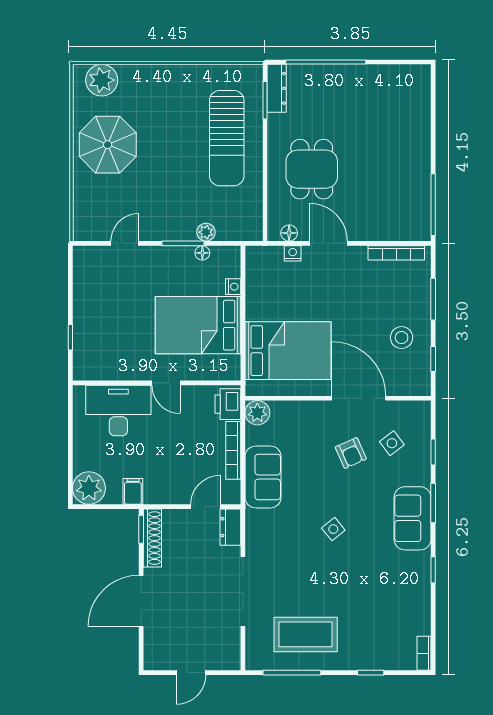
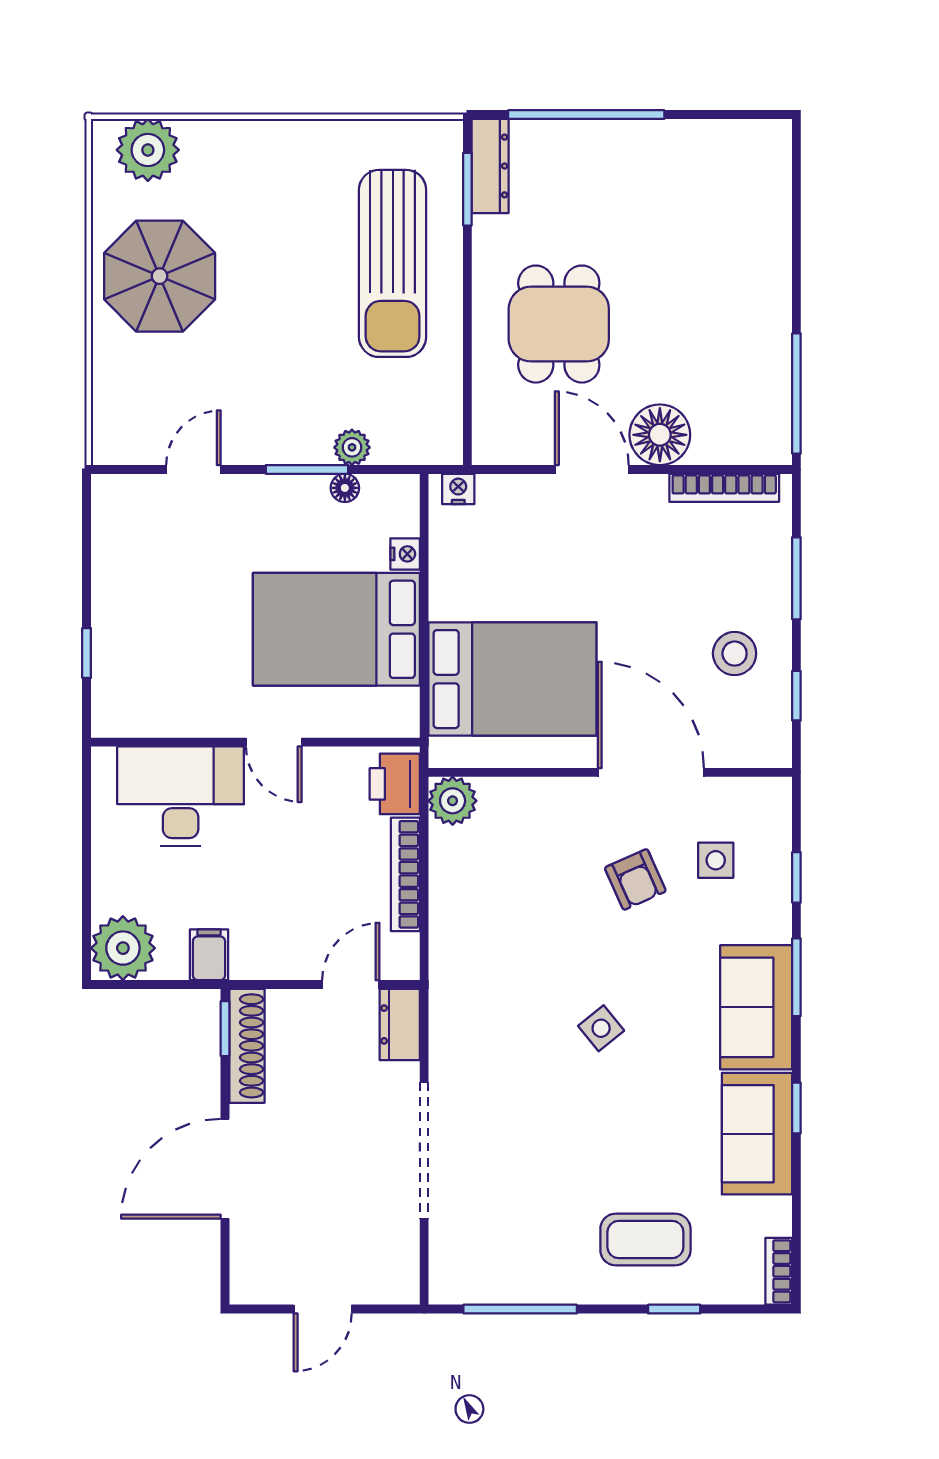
floor lamp: (289, 233) -> (660, 435), moved, width x1.89, depth x1.89
nightstand: (293, 253) -> (458, 489), moved
side table: (392, 443) -> (716, 860), turned 37
sofa: (263, 477) -> (757, 1134), moved, turned 180
coffee table: (306, 634) -> (645, 1240), moved, width x0.73, depth x0.76

